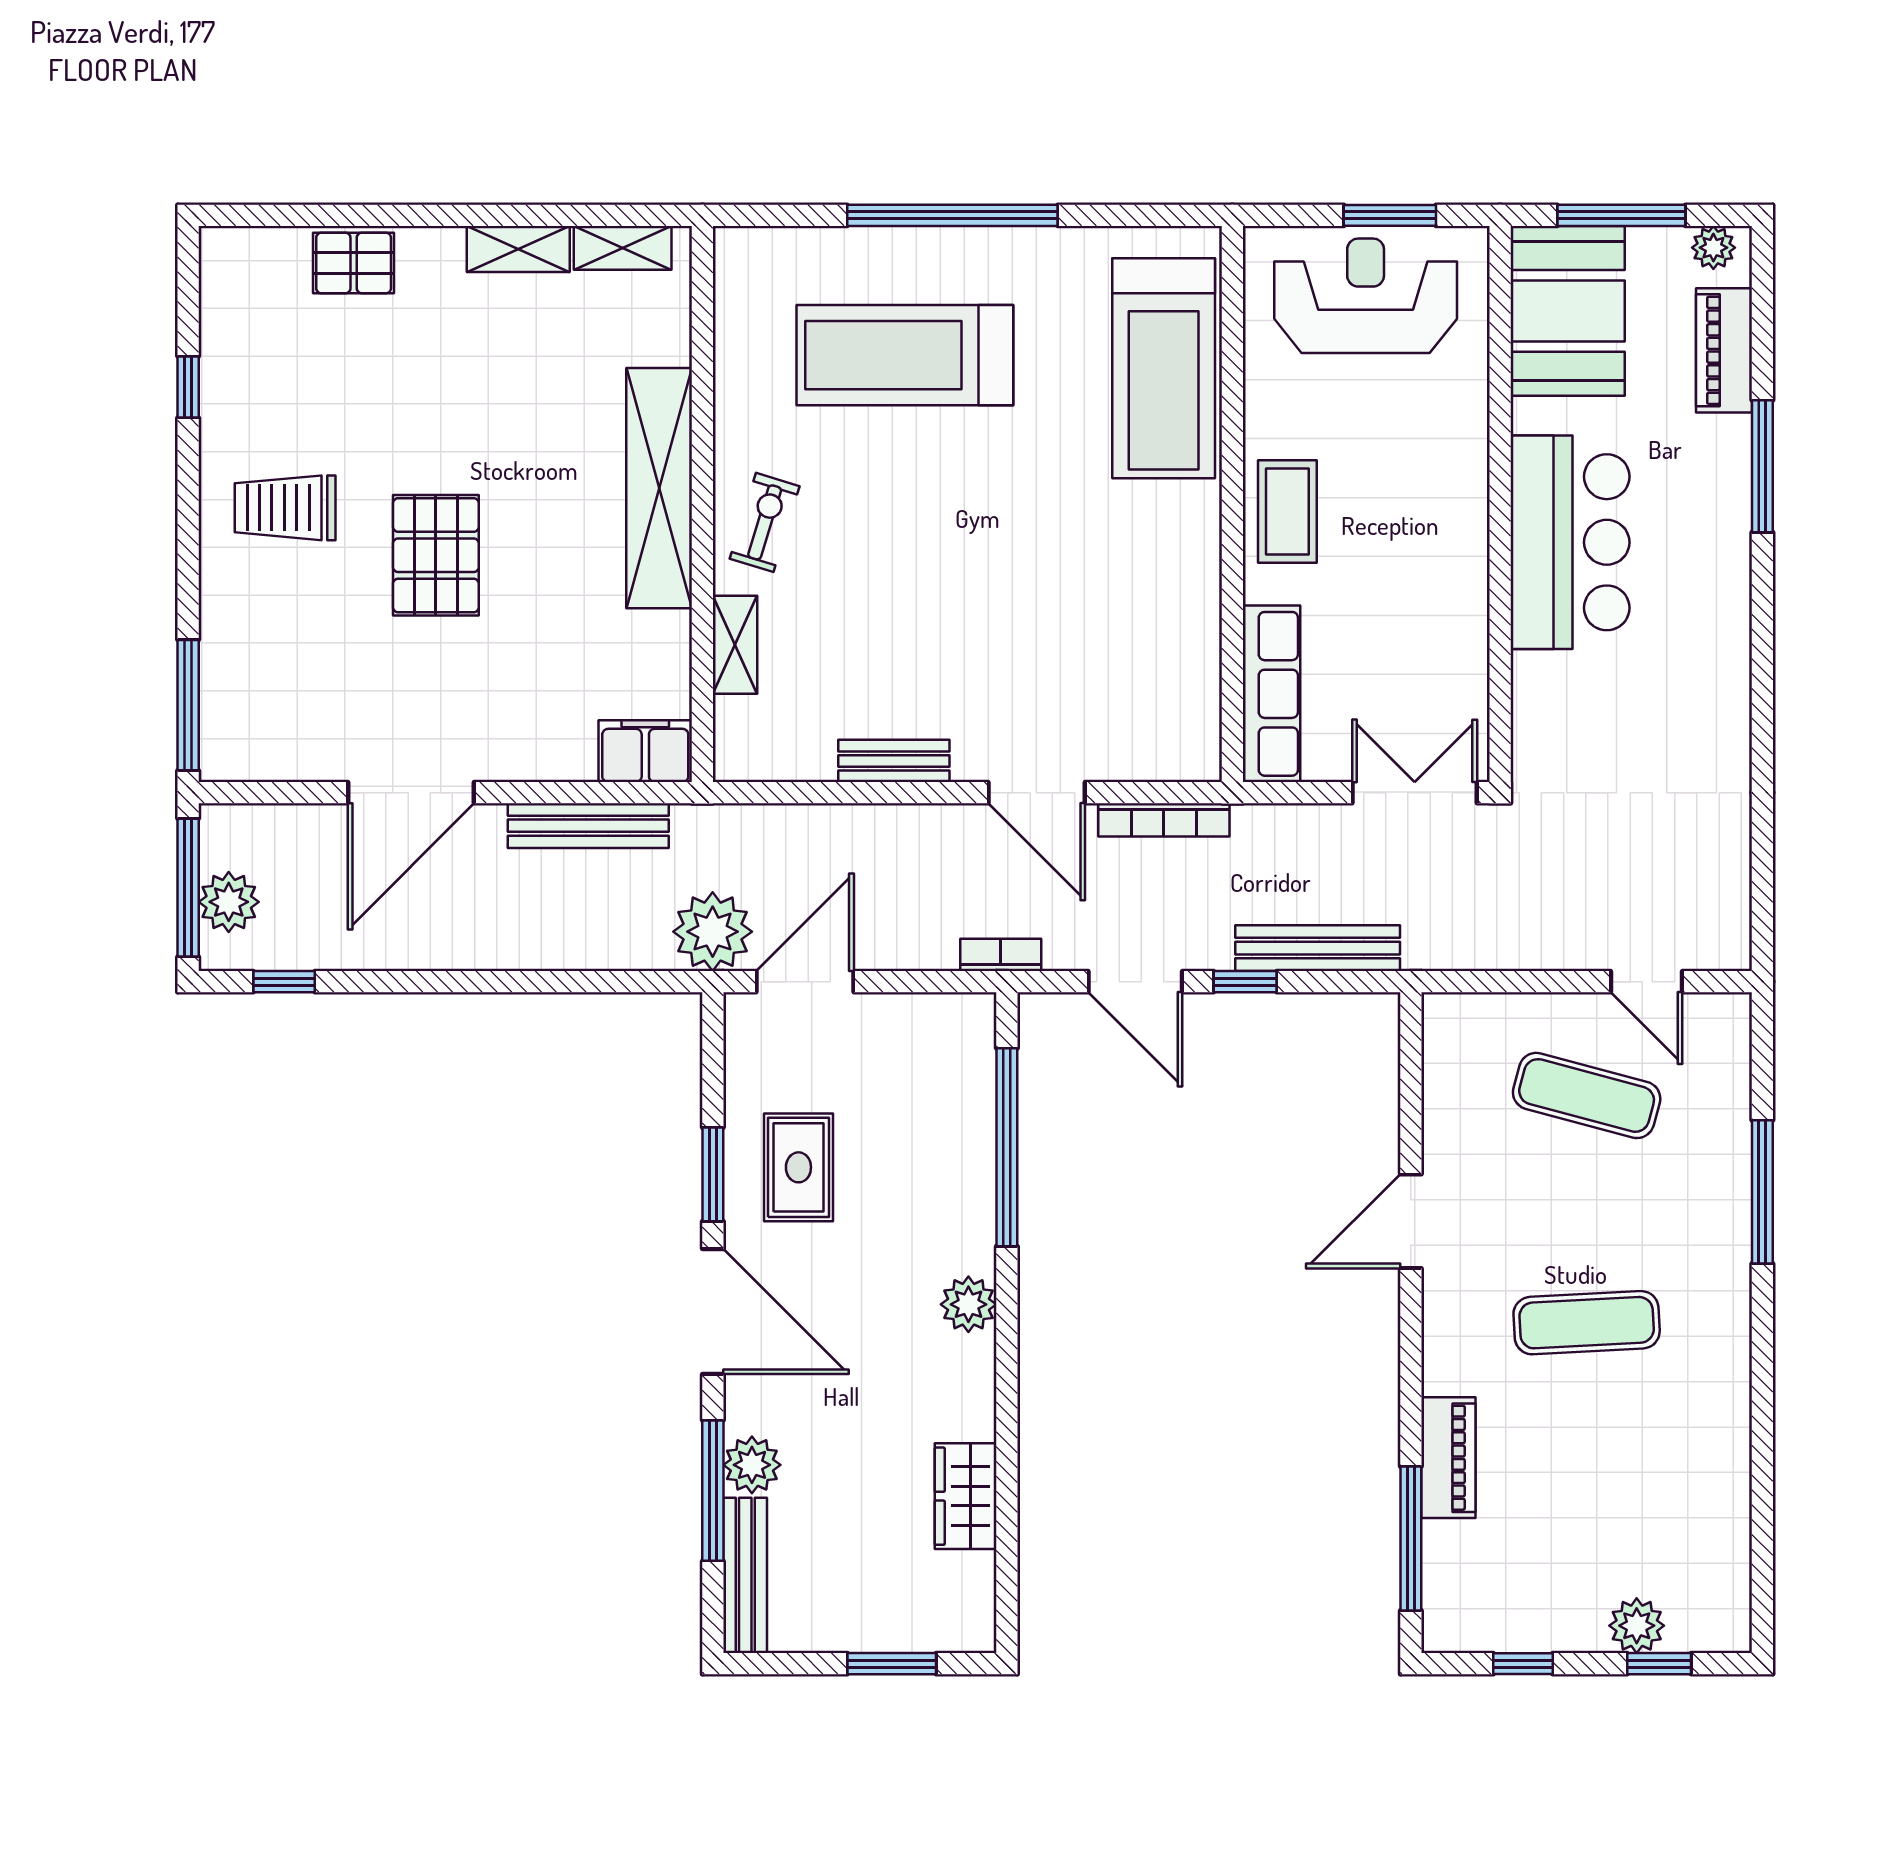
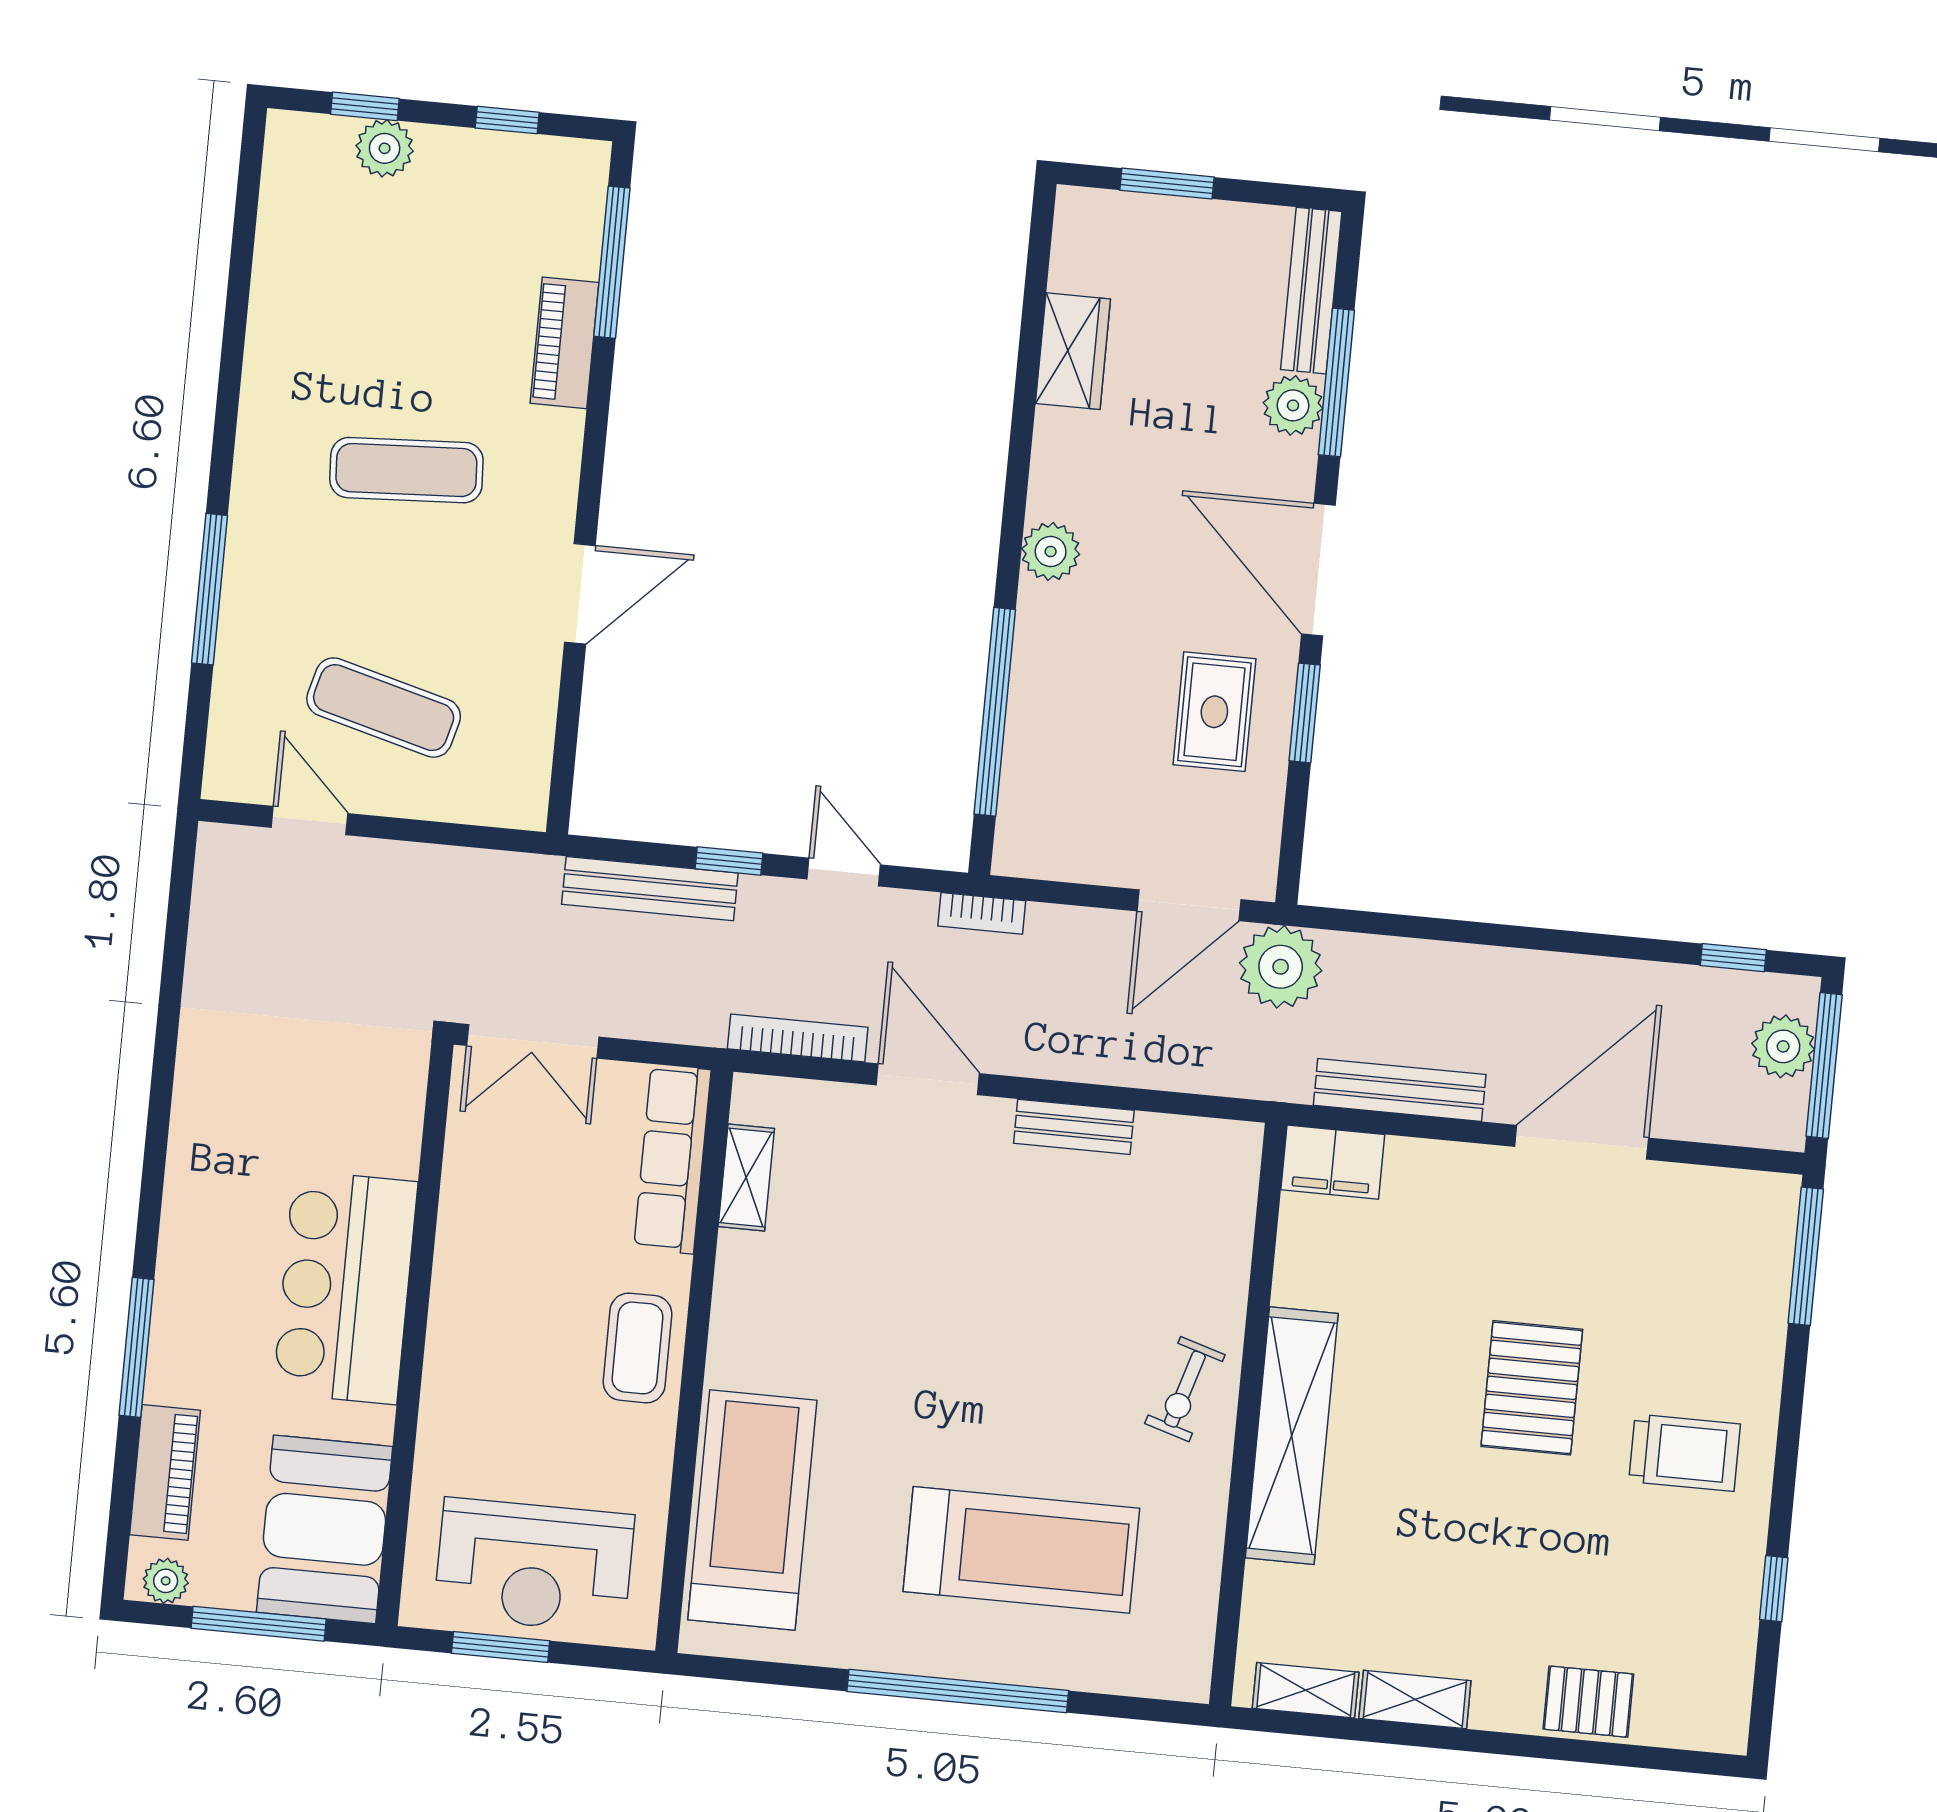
shelving: (735, 645) -> (746, 1178), moved
door: (1135, 982) -> (844, 872), width x0.73

